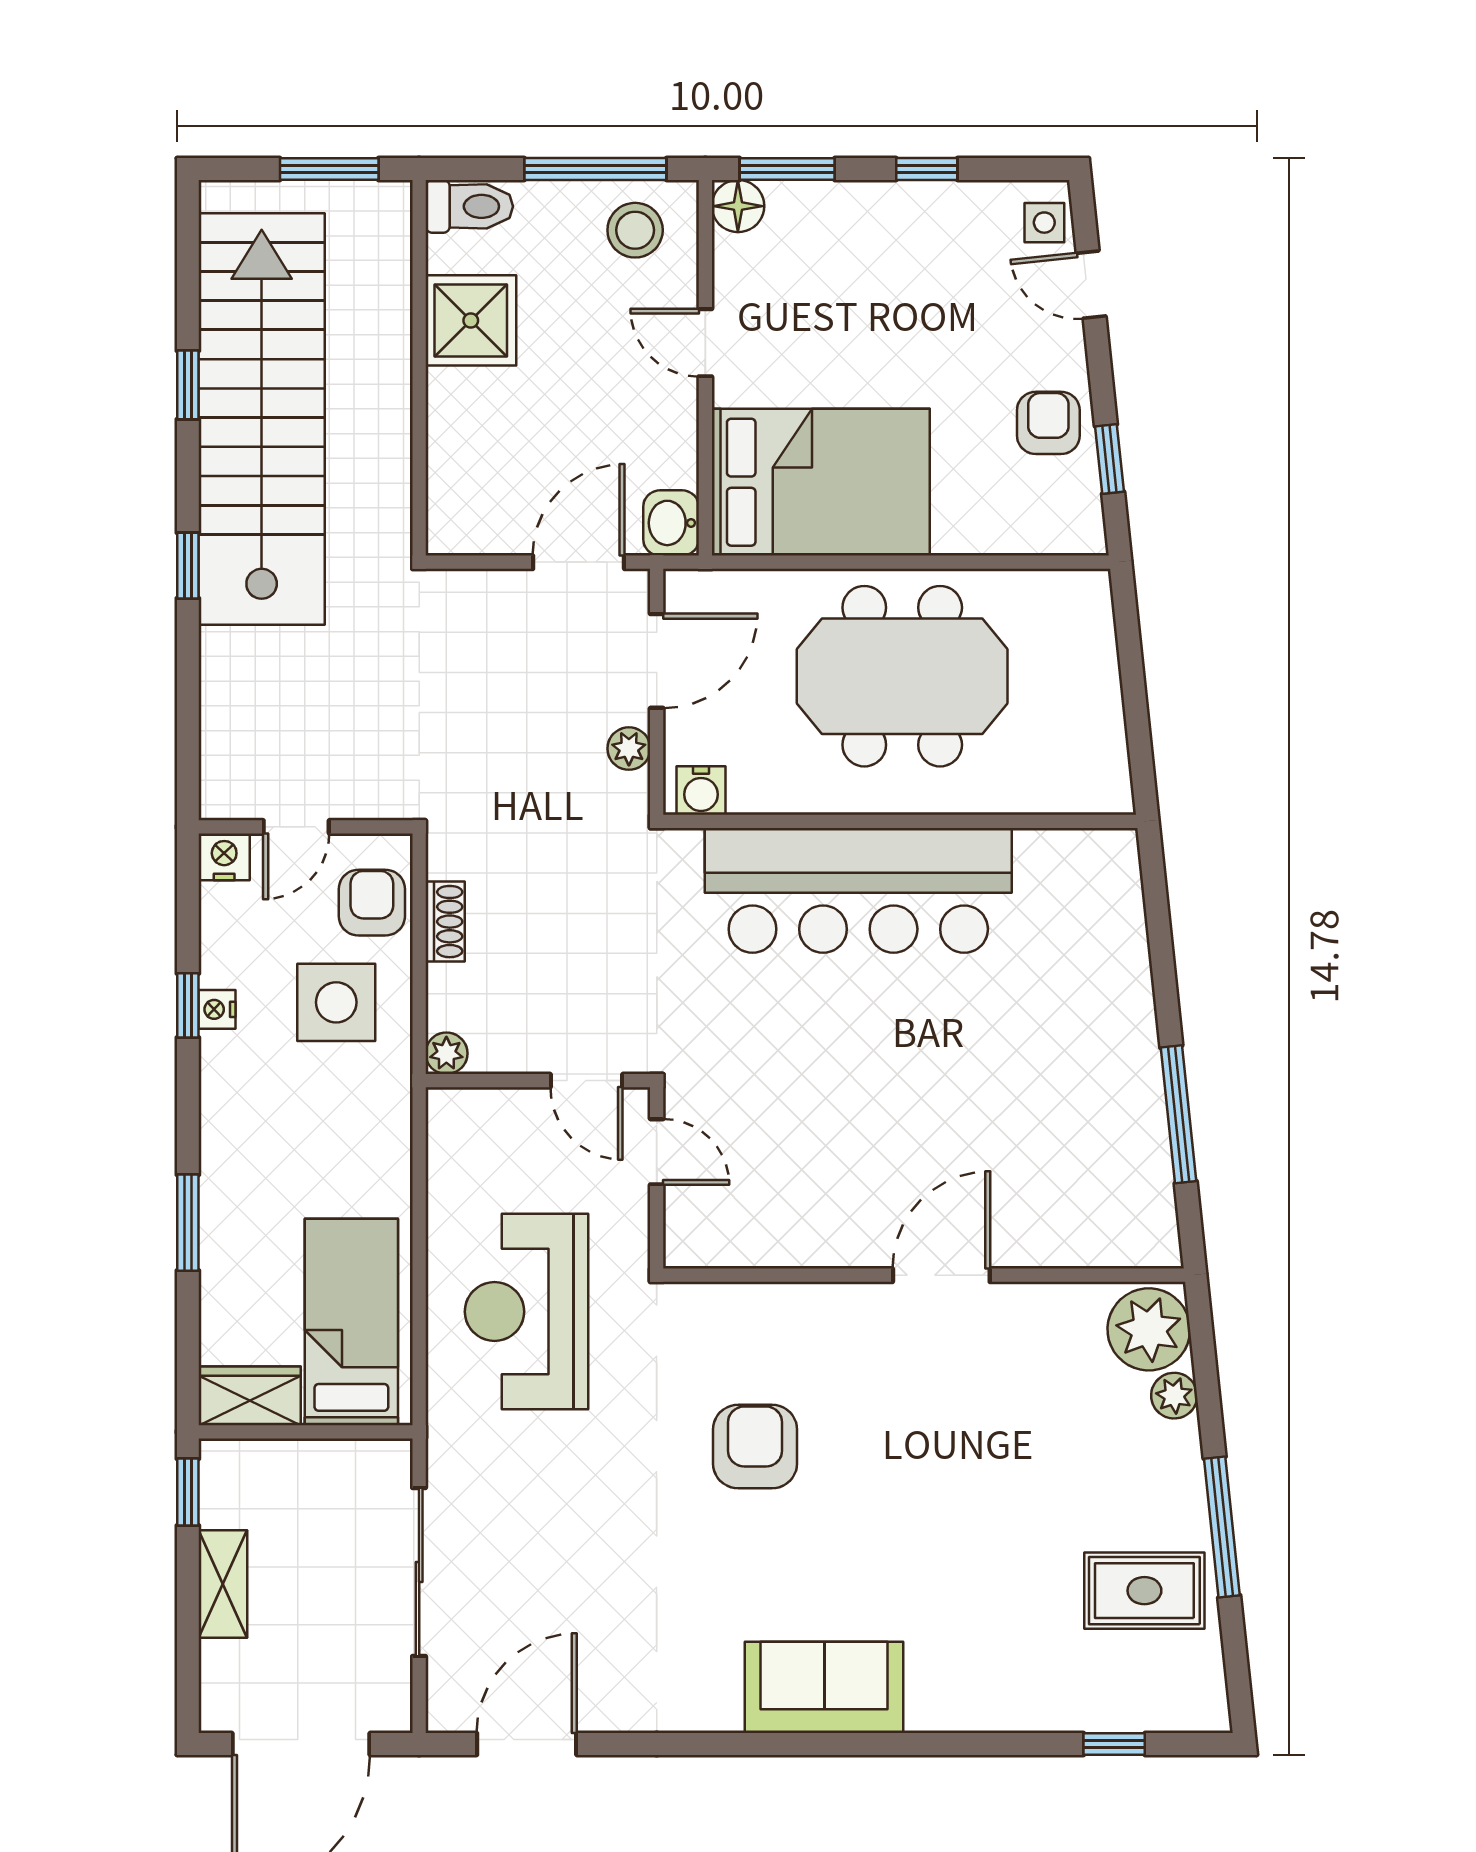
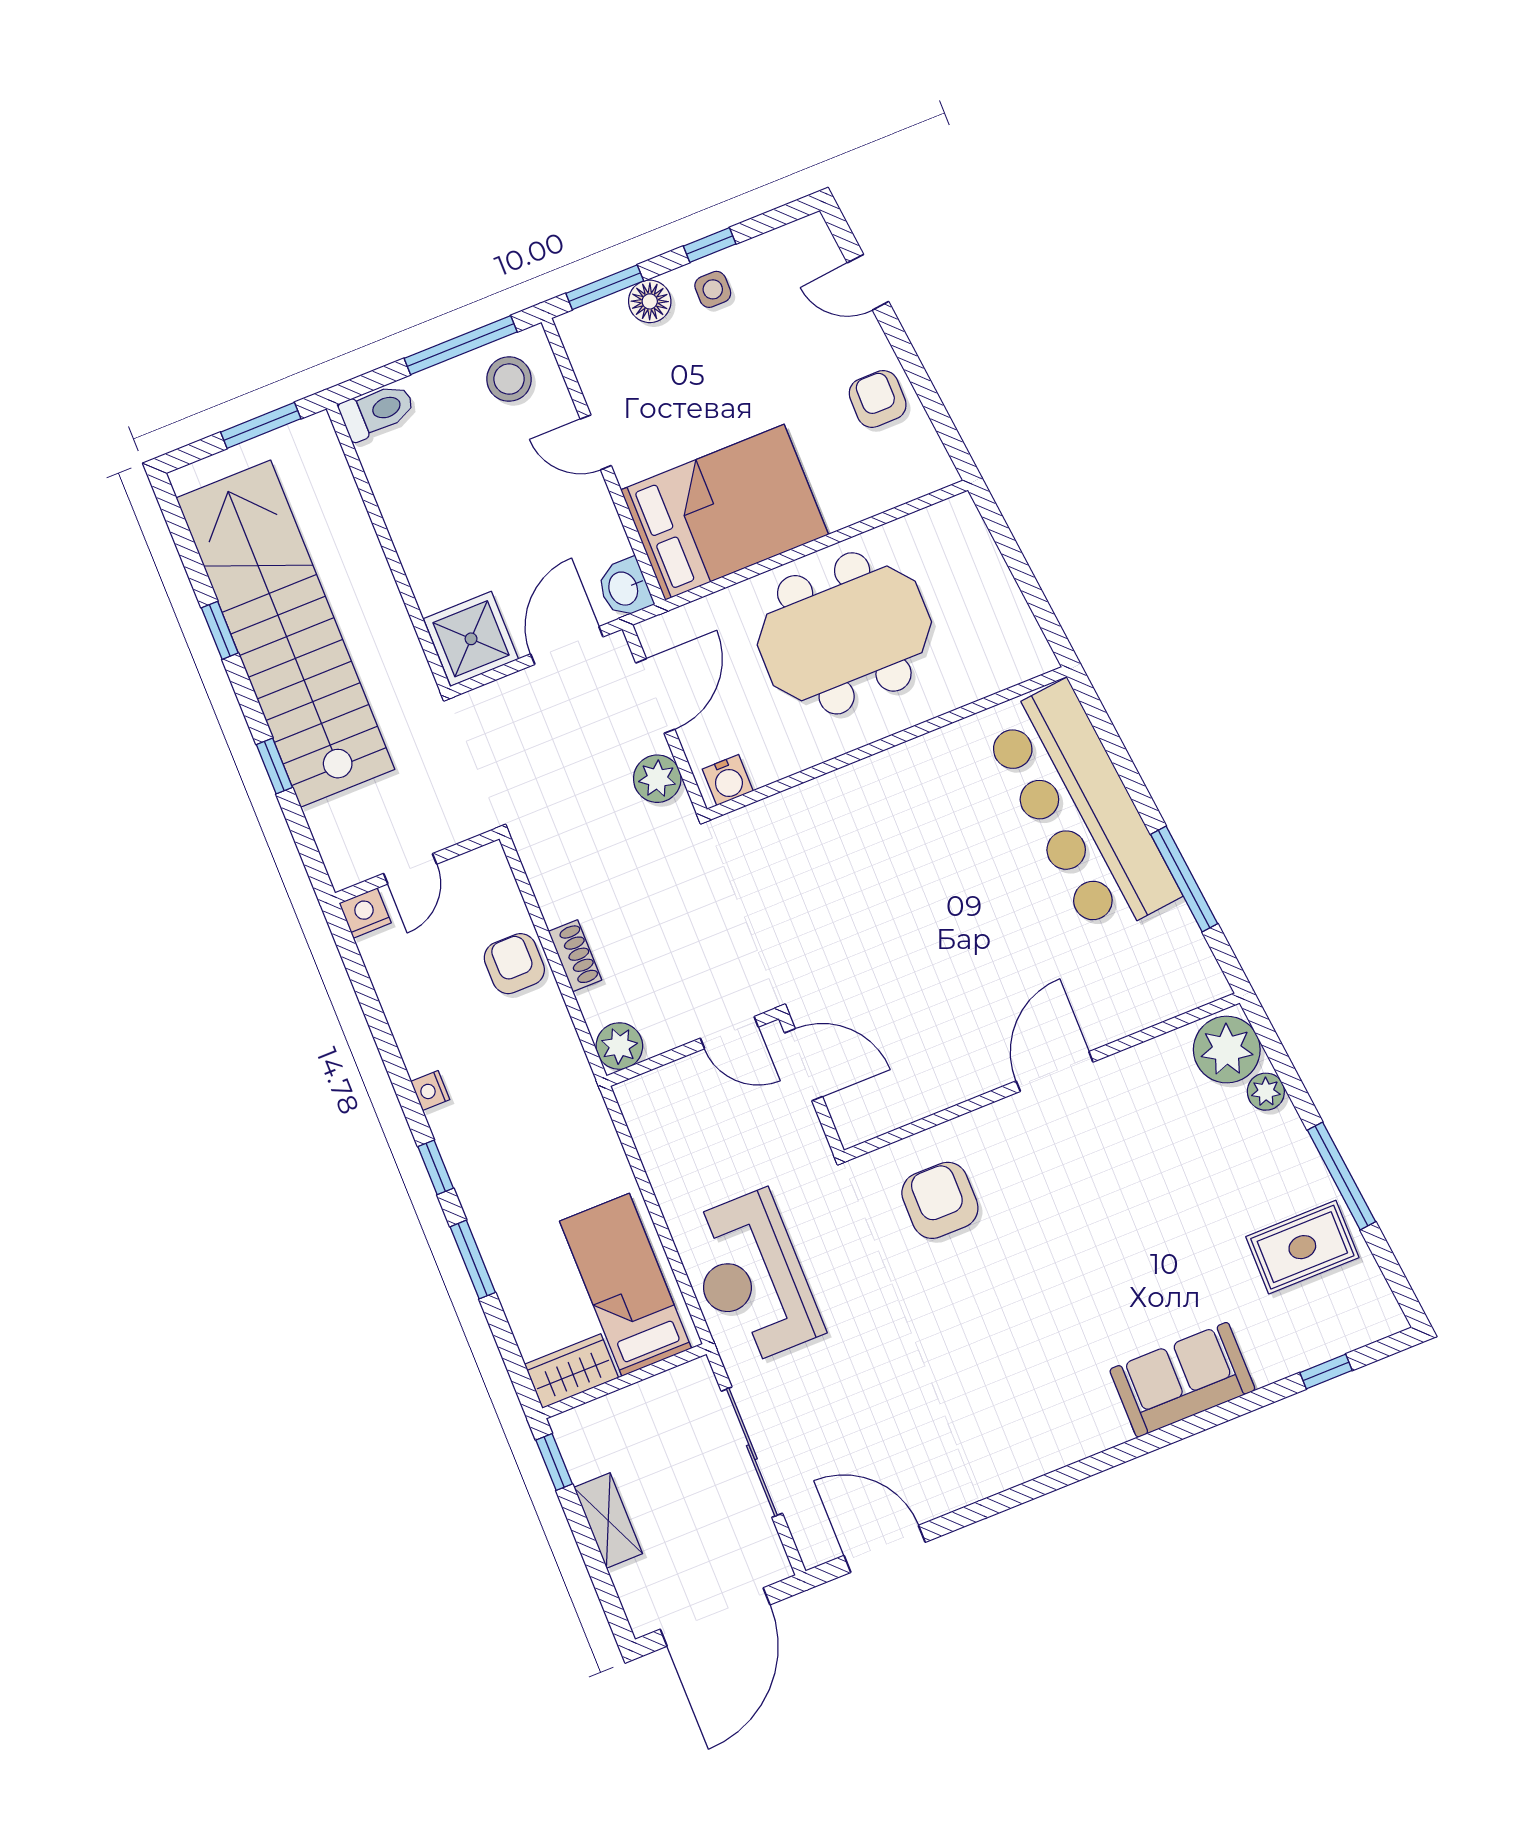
floor lamp: (738, 206) -> (650, 301), moved
side table: (1044, 223) -> (713, 289), moved
shower: (471, 320) -> (471, 639), moved
window: (1109, 459) -> (934, 408), removed
plant: (629, 749) -> (657, 779), width x1.38, depth x1.38
door: (296, 827) -> (410, 869), moved
wall: (306, 827) -> (417, 866), moved
nightstand: (224, 857) -> (365, 913), moved
bar counter: (858, 890) -> (1081, 810), moved, turned 84
side table: (336, 1002) -> (518, 1049), removed
window: (188, 1005) -> (436, 1167), moved
plant: (446, 1053) -> (619, 1046), width x1.38, depth x1.38
door: (657, 1152) -> (804, 1065), width x1.38
reception desk: (526, 1312) -> (752, 1278), moved
armchair: (755, 1447) -> (940, 1200), moved
sofa: (824, 1687) -> (1182, 1380), moved
door: (527, 1744) -> (885, 1549), hinge flipped

